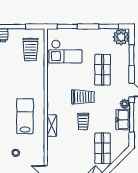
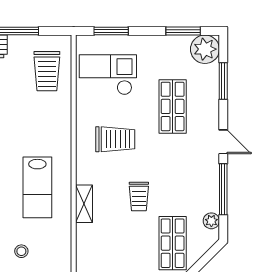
checkout: (65, 52) -> (108, 75), turned 180
trolley: (83, 97) -> (115, 139), moved
plant: (125, 104) -> (211, 221), moved
lab bench: (25, 116) -> (37, 187), turned 180
freezer: (123, 120) -> (208, 193), removed

